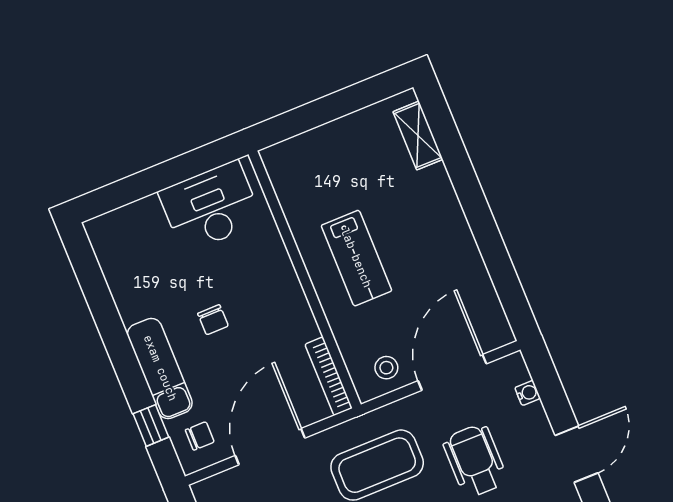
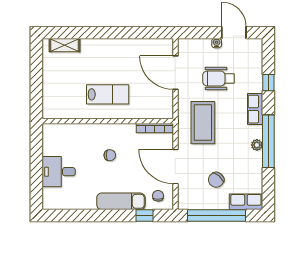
desk: (210, 207) -> (59, 172), moved, width x0.73
chair: (213, 320) -> (110, 155), moved
stool: (386, 368) -> (161, 101), removed
water cooler: (528, 393) -> (217, 43), moved

